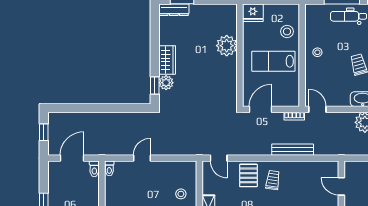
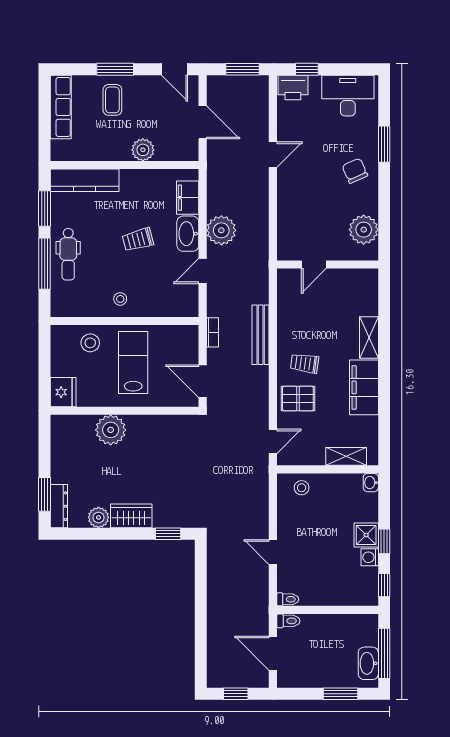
lab bench: (273, 61) -> (133, 363), turned 180
plant: (166, 83) -> (98, 517), moved
door: (317, 109) -> (203, 271), moved
stool: (181, 194) -> (302, 488), moved

